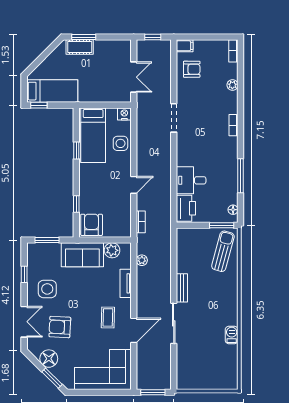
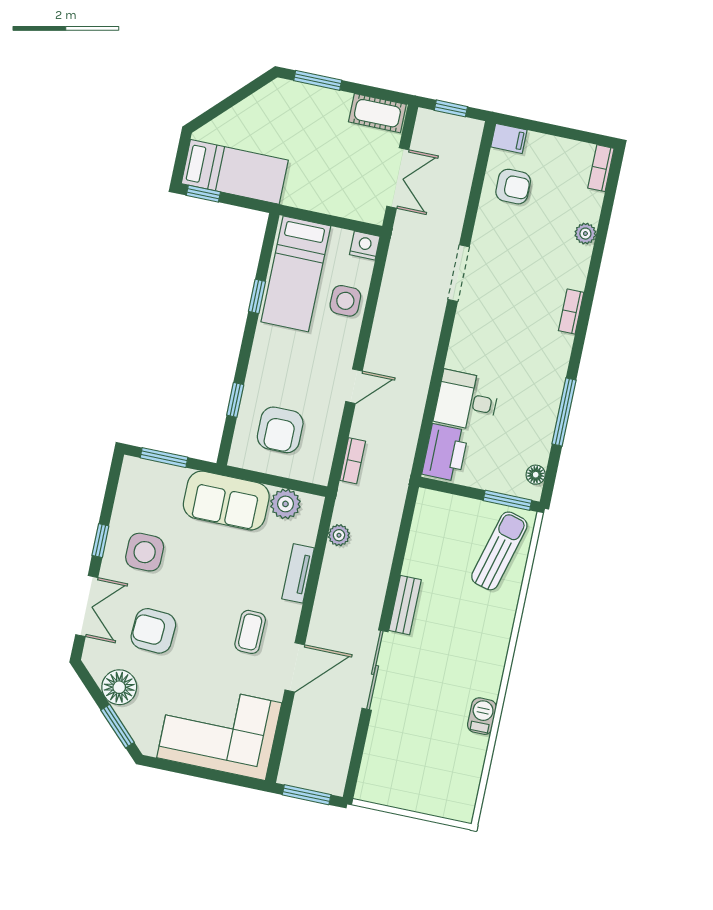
cot: (80, 47) -> (377, 113), moved
armchair: (92, 225) -> (280, 430), moved, turned 180
window: (24, 274) -> (100, 541), moved

